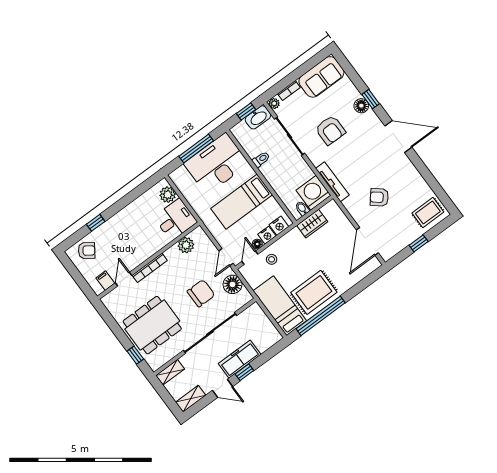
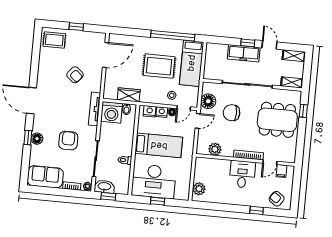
window: (196, 148) -> (158, 201), width x0.46
desk: (175, 220) -> (242, 174), moved, turned 90
rug: (314, 292) -> (159, 66), moved

